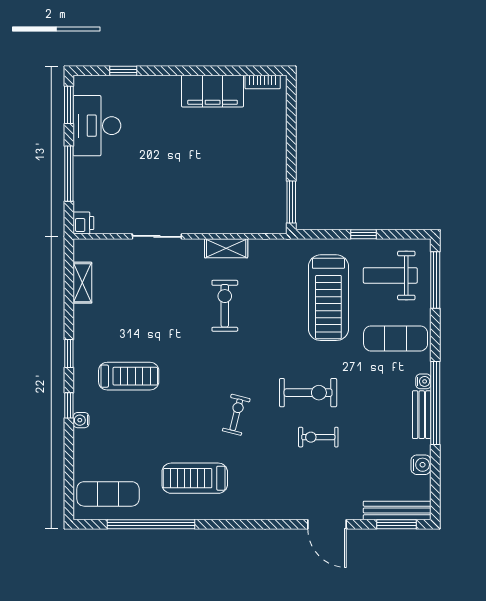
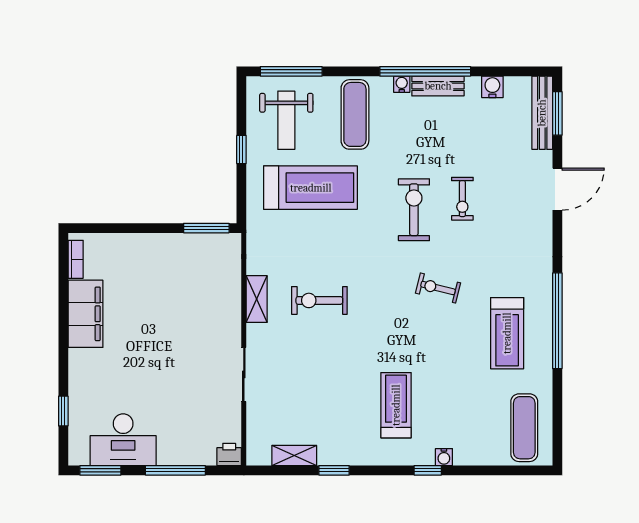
window: (69, 353) -> (334, 470), moved
window: (151, 524) -> (557, 321), moved

